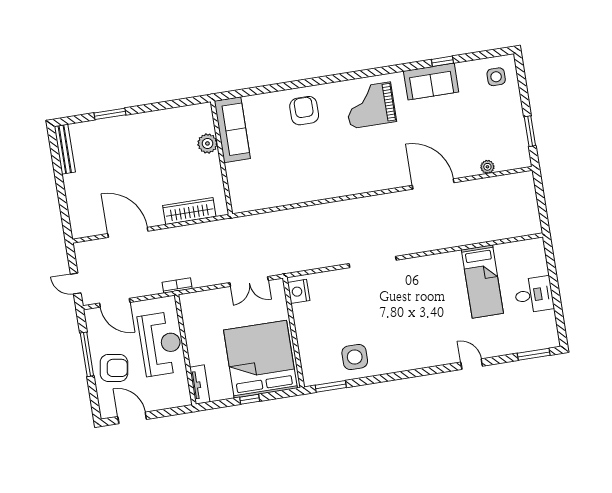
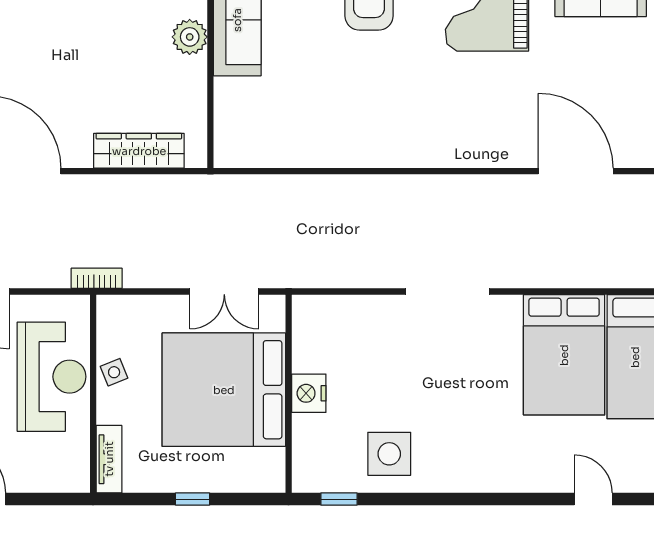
bed: (443, 287) -> (564, 355), added
nightstand: (299, 291) -> (309, 393), moved
side table: (195, 336) -> (114, 372), added
bed: (260, 359) -> (224, 390), moved, turned -90
window: (331, 386) -> (339, 499), width x0.67

